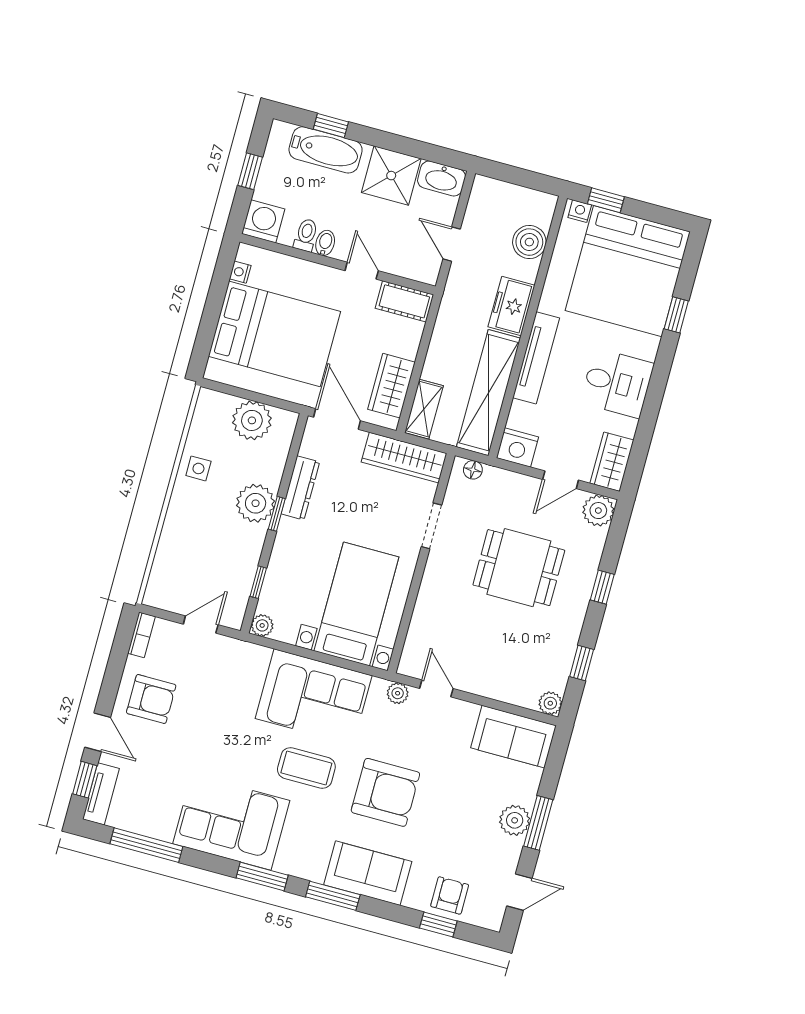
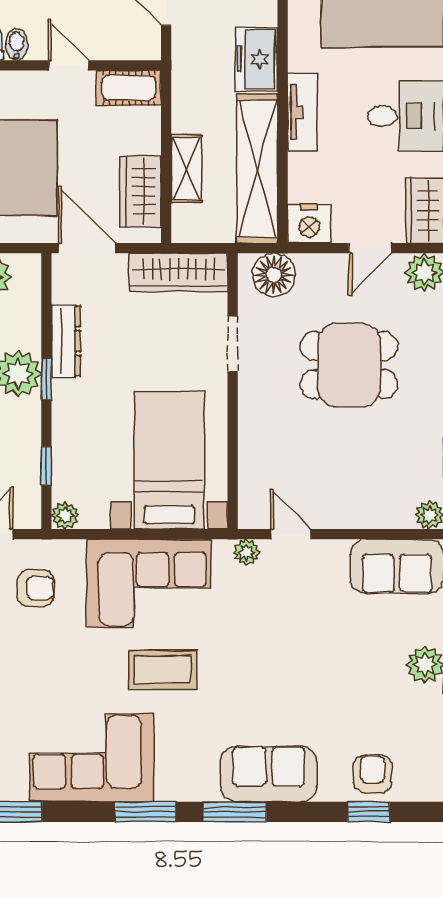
tv unit: (536, 358) -> (302, 112), width x0.71
shelving: (424, 409) -> (186, 169), moved
floor lamp: (473, 470) -> (274, 275), width x1.89, depth x1.89
armchair: (385, 792) -> (36, 588), moved, width x0.53, depth x0.53

